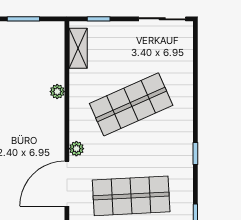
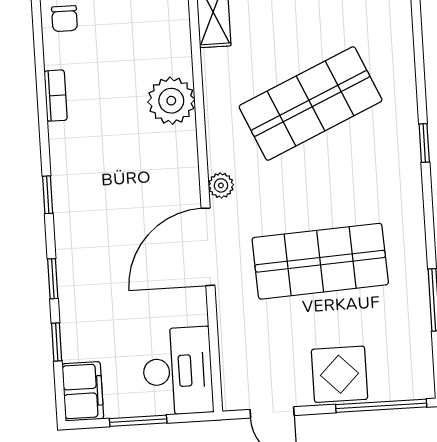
plant: (57, 92) -> (171, 101), width x1.88, depth x1.88
window: (195, 153) -> (424, 143), moved

